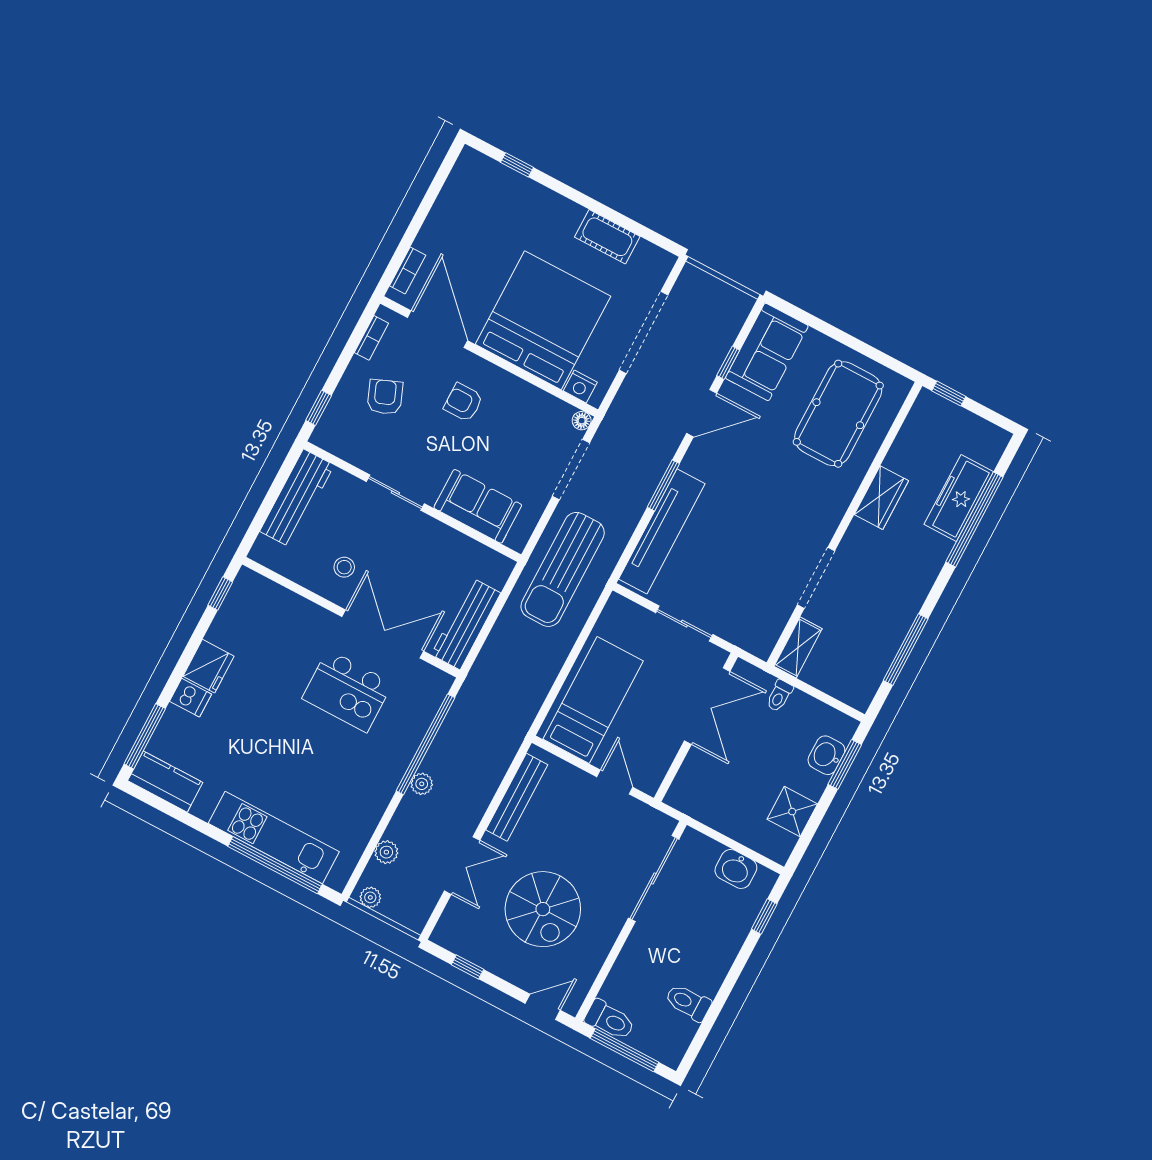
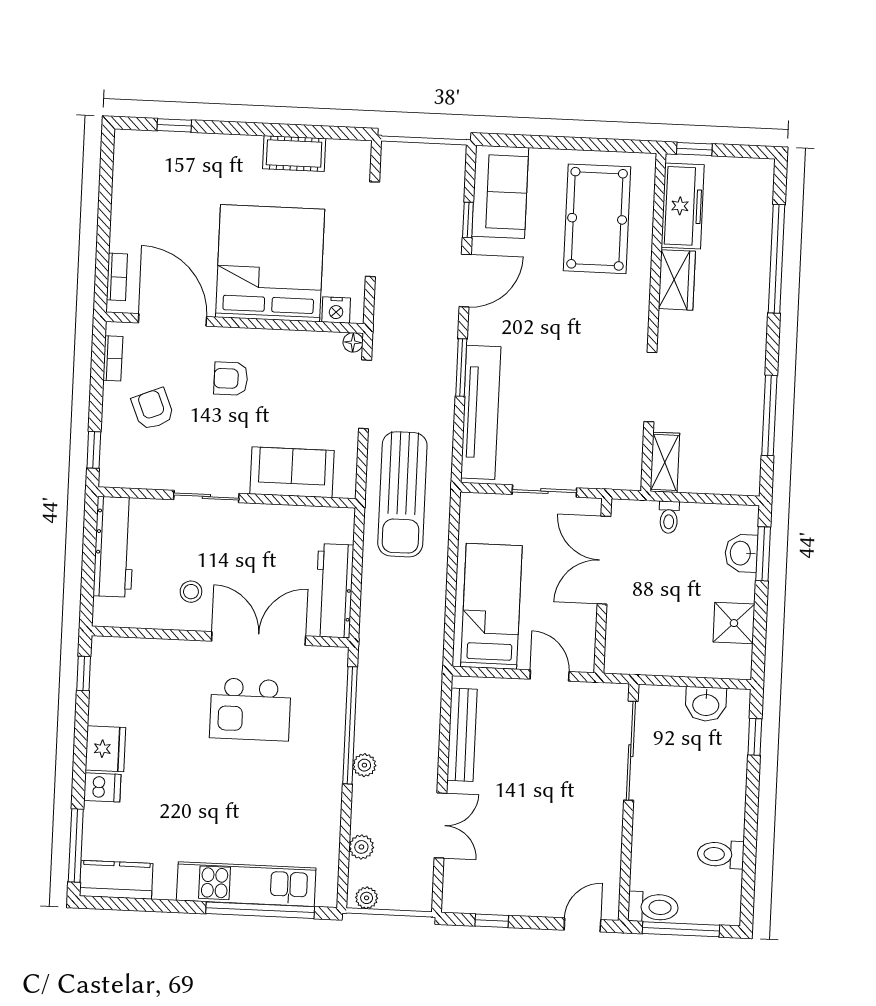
freezer: (959, 498) -> (683, 206), moved, turned 180
double door: (707, 706) -> (604, 560), swing flipped
spiral stairs: (543, 909) -> (538, 831), removed

